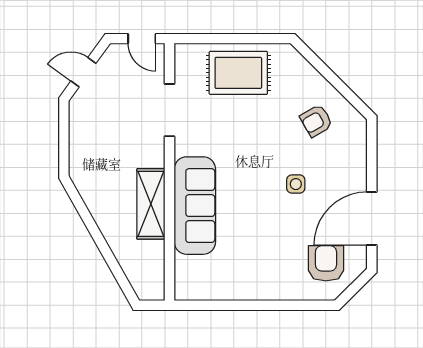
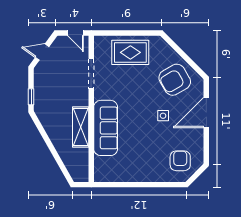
armchair: (316, 121) -> (175, 80), width x1.88, depth x1.88
window: (64, 151) -> (31, 97), added
door: (372, 218) -> (206, 112), moved

